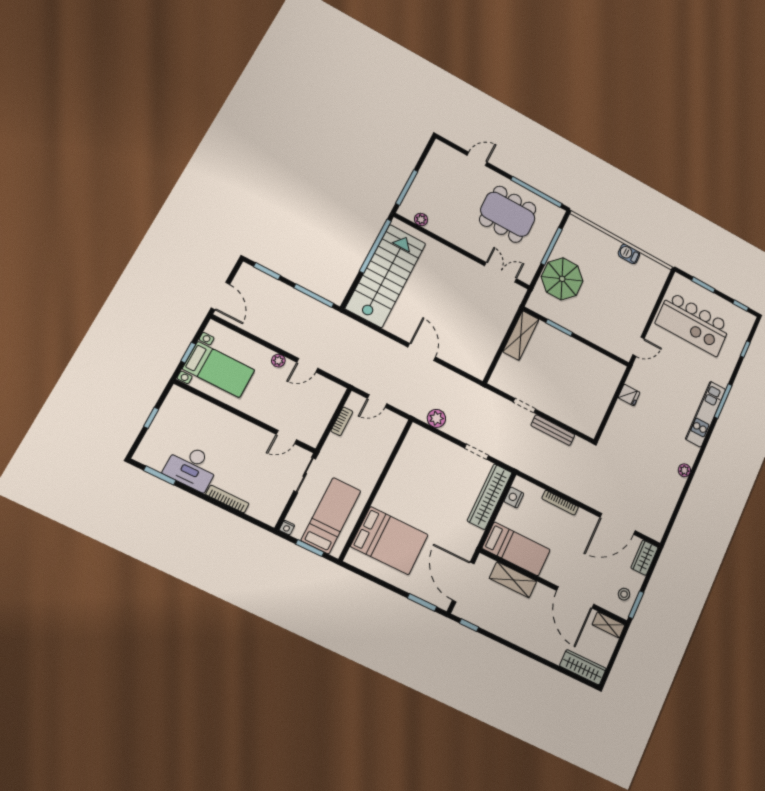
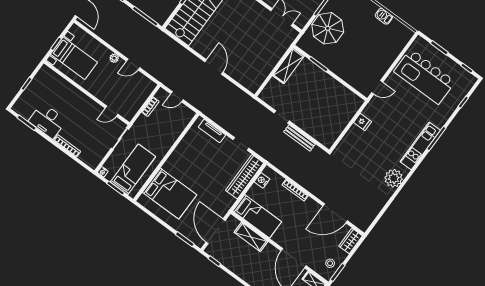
plant: (436, 418) -> (216, 116), removed
tv unit: (434, 441) -> (212, 131), added
plant: (684, 470) -> (394, 178), width x1.88, depth x1.88

